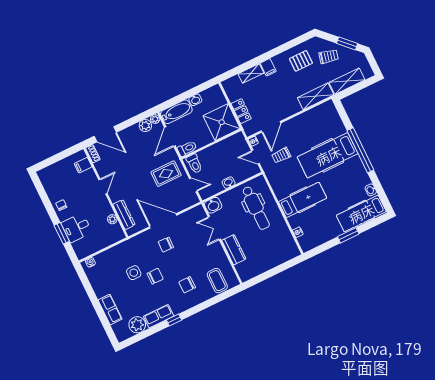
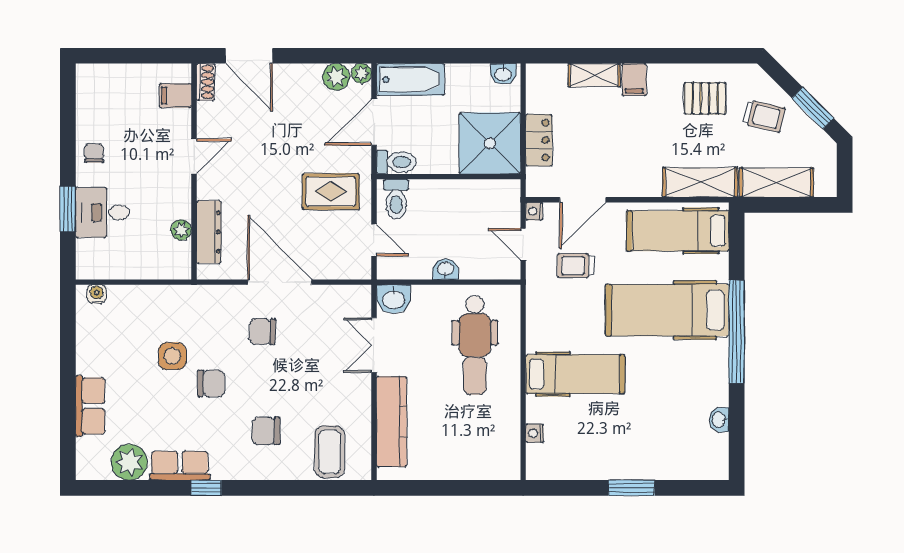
washbasin: (195, 100) -> (503, 74), moved
hospital bed: (361, 213) -> (678, 231), moved
kitchen counter: (234, 250) -> (392, 422), width x1.50

